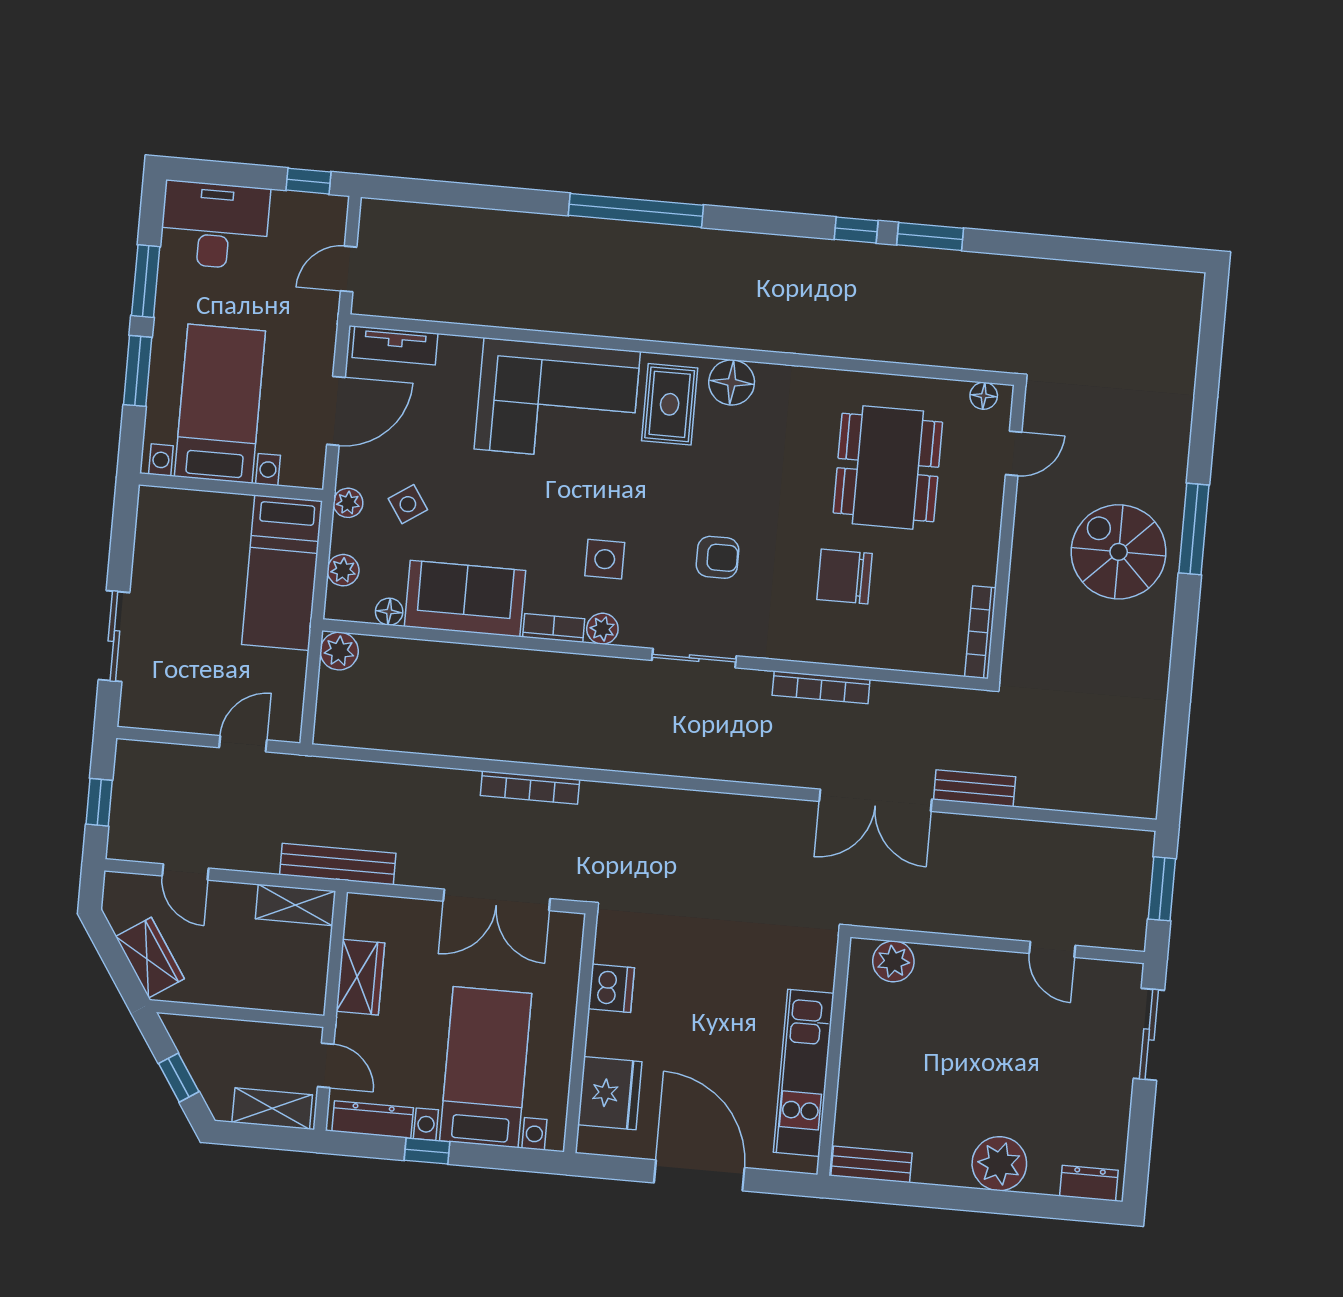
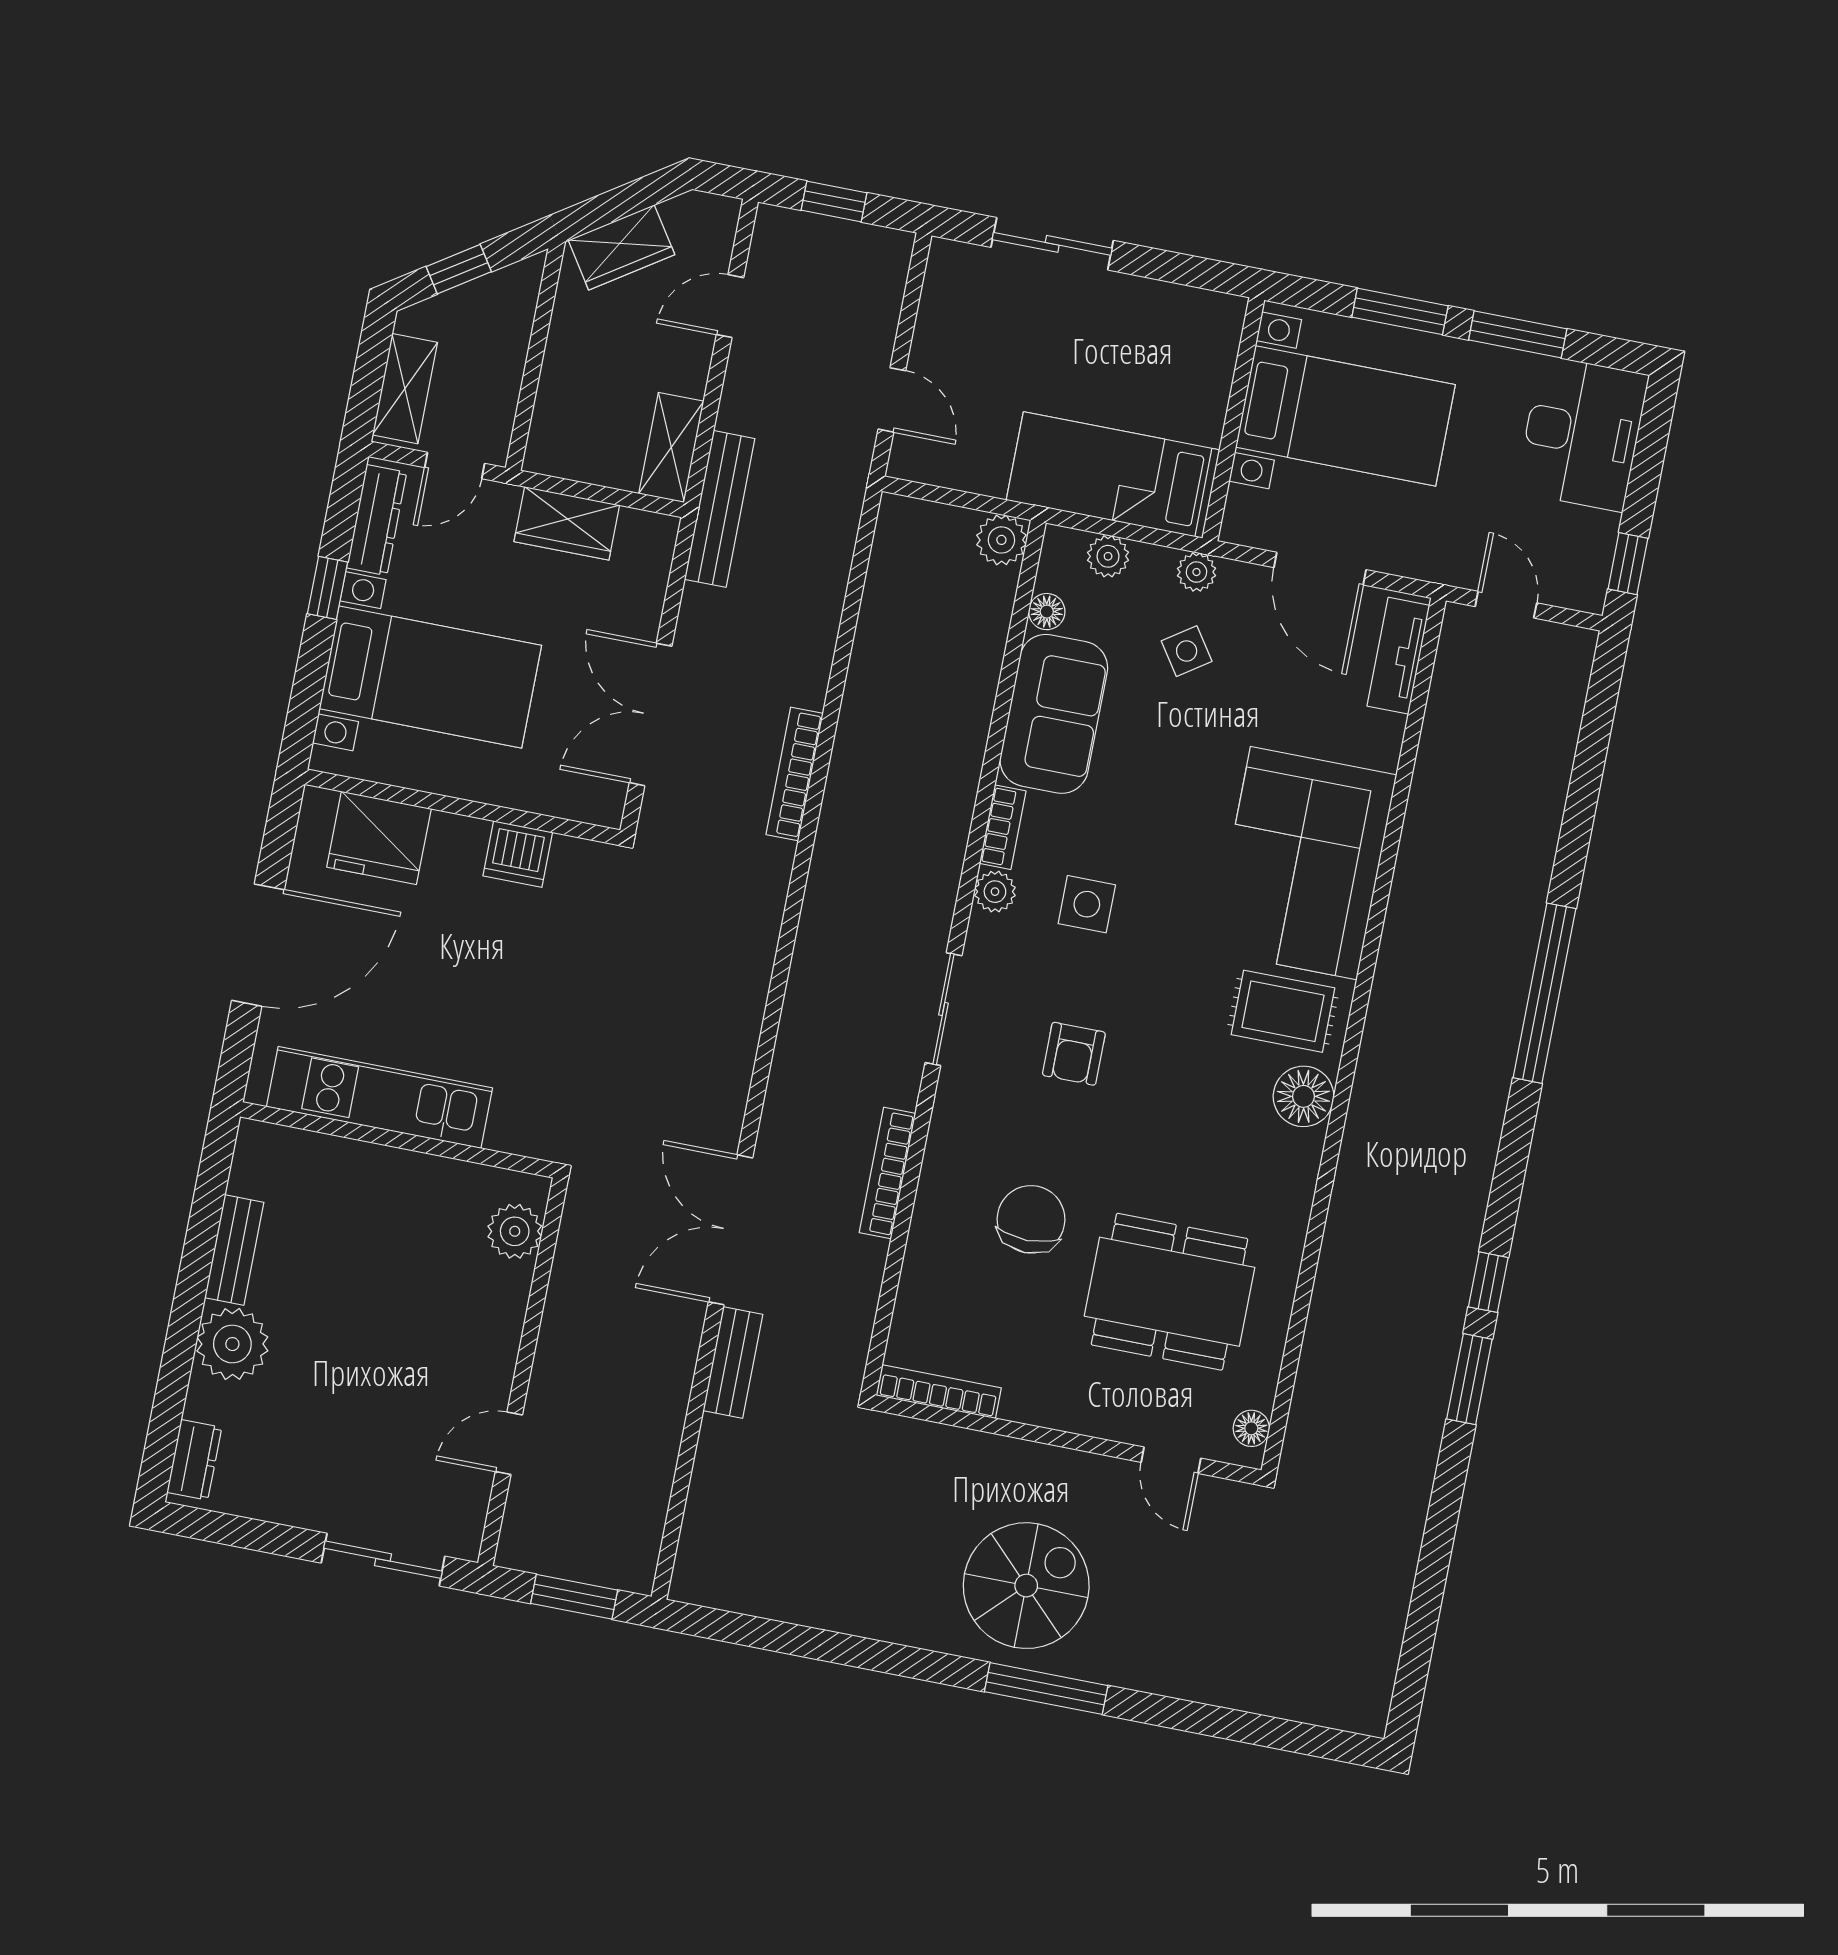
bench: (871, 1164) -> (234, 1250), moved

